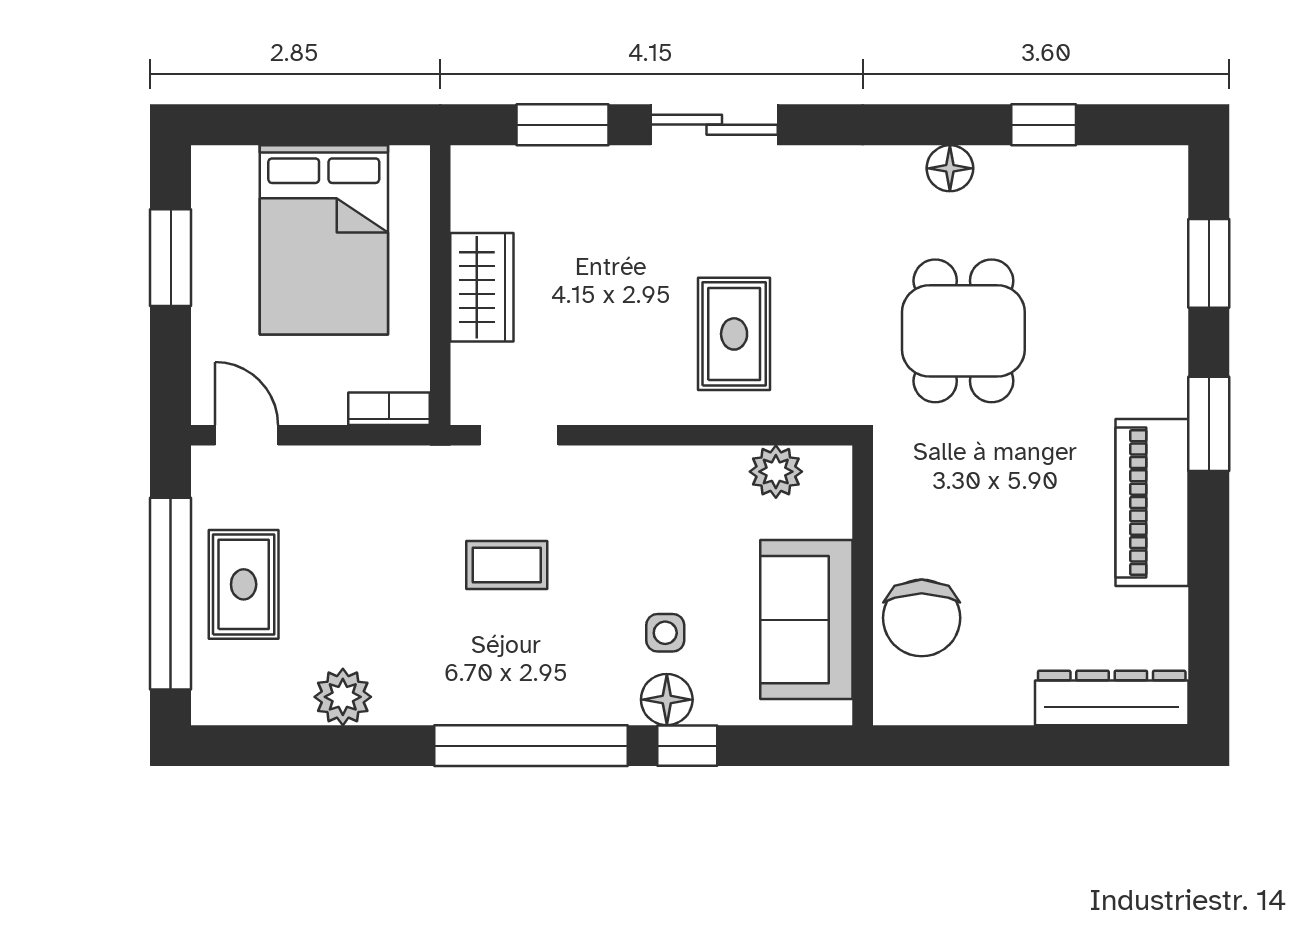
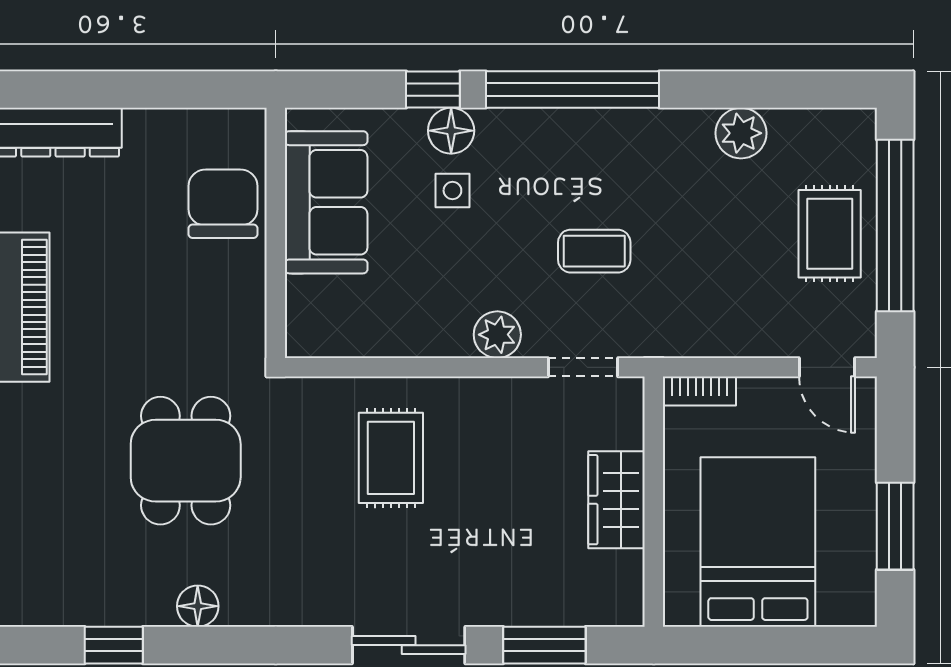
plant: (776, 472) -> (497, 335), moved

